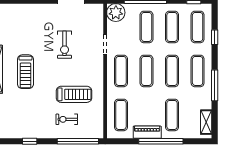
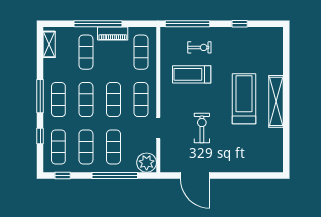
treadmill: (25, 72) -> (244, 99), width x1.37, depth x1.38
window: (215, 85) -> (40, 96), moved

